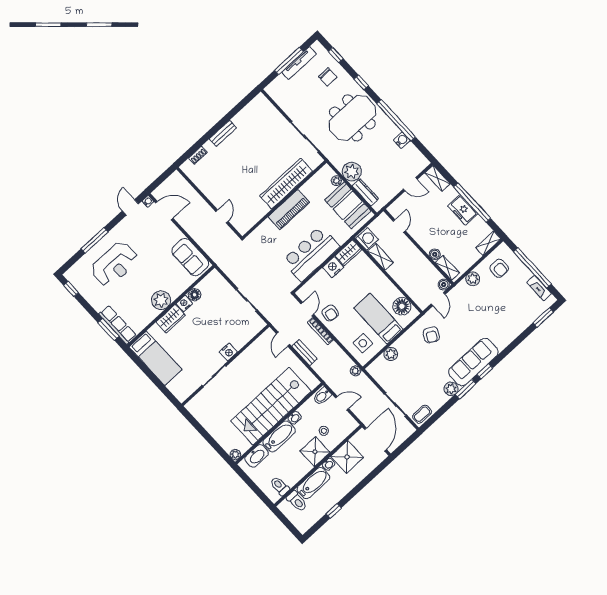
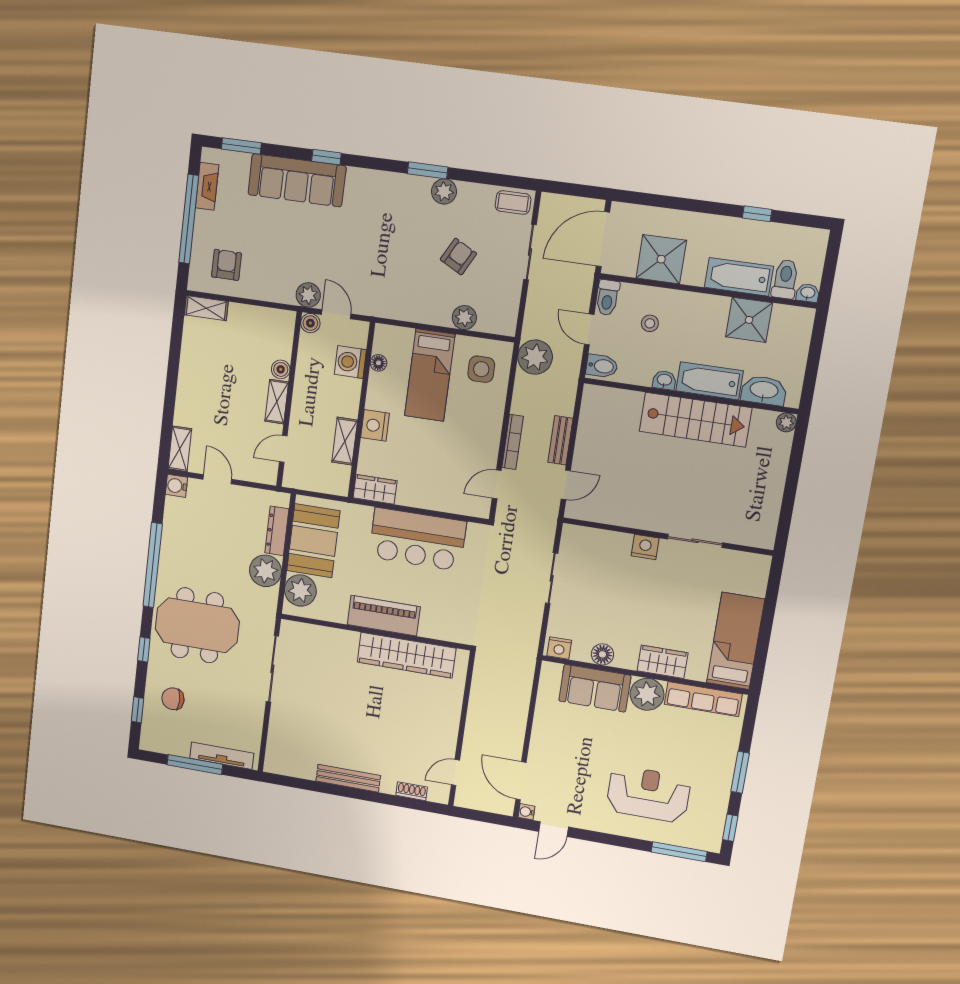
tv unit: (299, 63) -> (222, 756), moved
chair: (328, 77) -> (173, 699), turned -90
bench: (223, 133) -> (348, 778), width x1.36
water cooler: (402, 140) -> (176, 486), moved
plant: (336, 181) -> (300, 590), width x1.88, depth x1.88
wardrobe: (286, 184) -> (406, 655), moved
window: (472, 203) -> (172, 376), removed
freezer: (463, 210) -> (192, 380), removed
door: (222, 217) -> (455, 772), moved
washing machine: (367, 239) -> (350, 362), moved
window: (94, 240) -> (679, 852), moved
sofa: (190, 257) -> (595, 688), moved, turned 90
nightstand: (333, 267) -> (375, 425), moved, turned 90
shelving: (447, 268) -> (277, 402), moved
plant: (473, 279) -> (308, 295), moved
door: (438, 299) -> (336, 314), hinge flipped
nightstand: (184, 303) -> (559, 648), moved
floor lamp: (402, 306) -> (378, 363), width x0.53, depth x0.53
armchair: (330, 313) -> (476, 449), removed
row of seats: (118, 325) -> (703, 699), moved, turned -90
window: (108, 329) -> (740, 772), moved
armchair: (431, 335) -> (458, 257), moved
sofa: (473, 362) -> (297, 180), moved
plant: (355, 371) -> (535, 357), width x1.88, depth x1.88
window: (485, 371) -> (326, 157), moved
stairs: (271, 406) -> (695, 420), width x0.73, depth x0.66
shower: (315, 452) -> (749, 320), moved
washbasin: (329, 464) -> (808, 293), moved
toilet: (280, 486) -> (608, 298), moved

